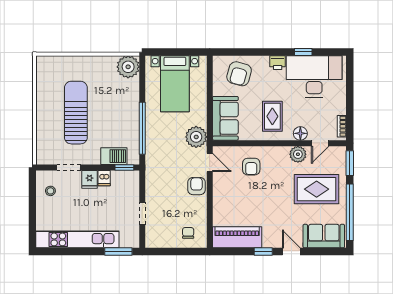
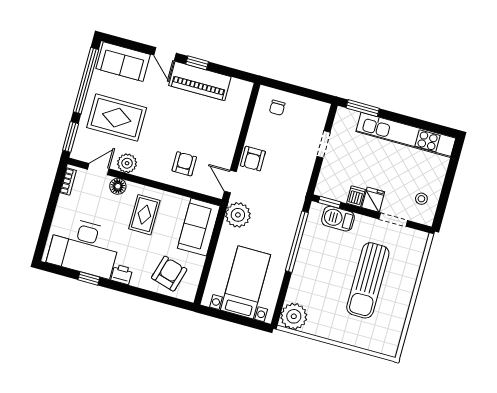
piano: (237, 237) -> (200, 81), moved

